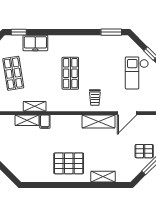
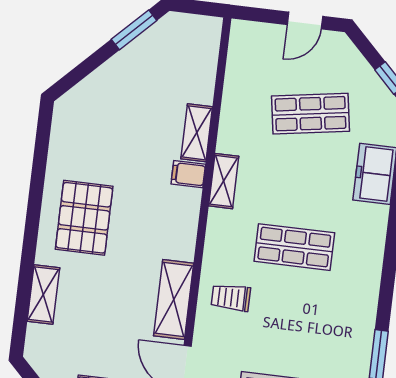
shelving: (35, 106) -> (224, 181), moved

